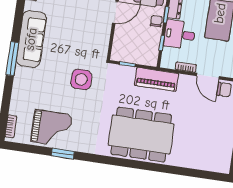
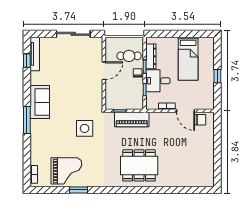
sofa: (31, 39) -> (40, 102), width x0.73
piano: (156, 79) -> (132, 120), moved
dining table: (141, 134) -> (139, 165), width x0.73, depth x0.80

